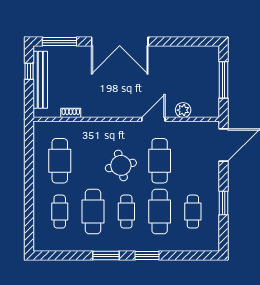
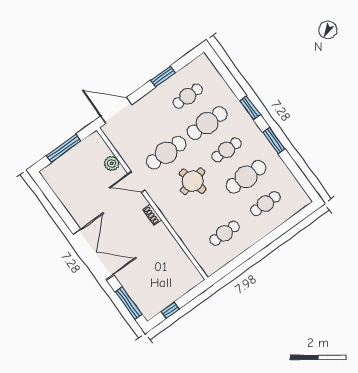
bench: (40, 80) -> (170, 296), removed
shoe rack: (71, 113) -> (152, 215), moved
cafe table: (60, 161) -> (224, 233), width x0.73, depth x0.74

